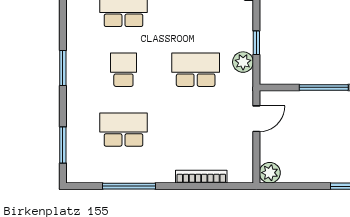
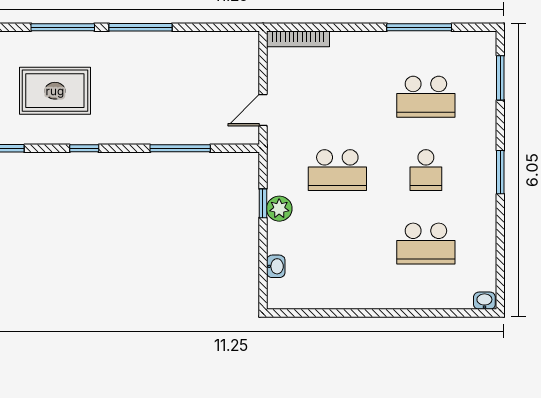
plant: (243, 62) -> (279, 209), moved
plant: (270, 173) -> (246, 44), removed
bookcase: (201, 177) -> (298, 39), moved

